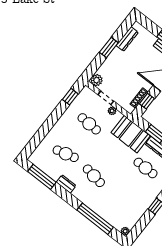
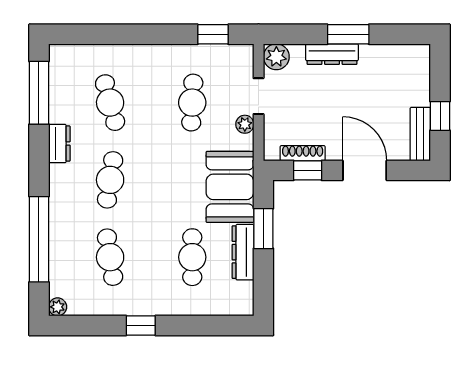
dresser: (127, 39) -> (332, 54), moved
cafe table: (122, 198) -> (110, 257), added

